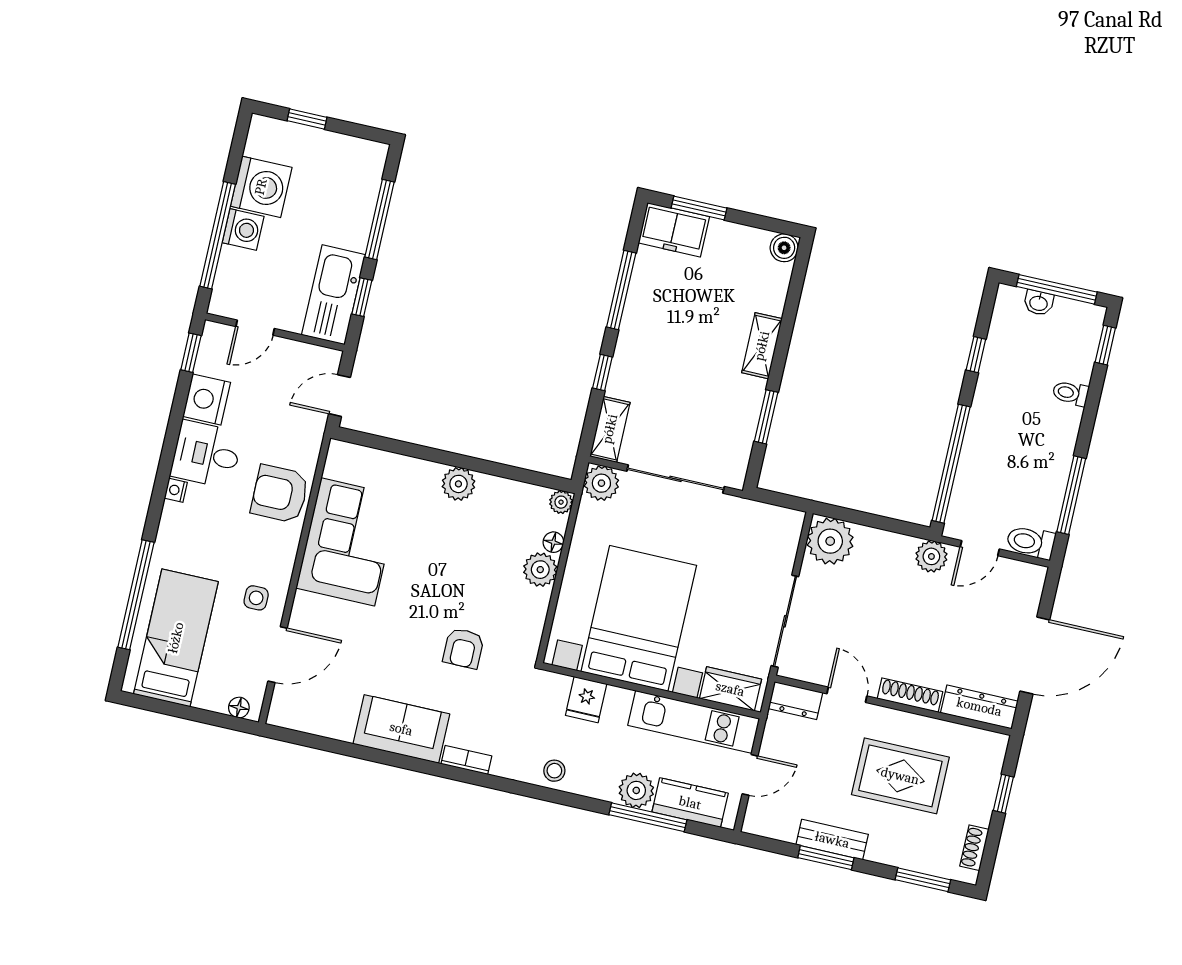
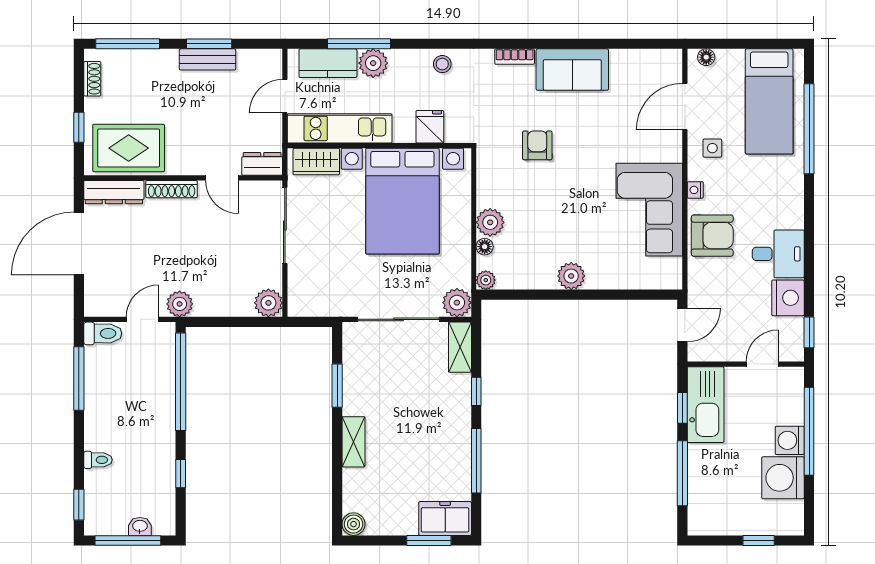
nightstand: (176, 490) -> (695, 190), moved, turned 180
plant: (830, 541) -> (268, 303), width x0.73, depth x0.73
rug: (900, 776) -> (129, 148), moved
window: (923, 880) -> (128, 44), width x1.44

